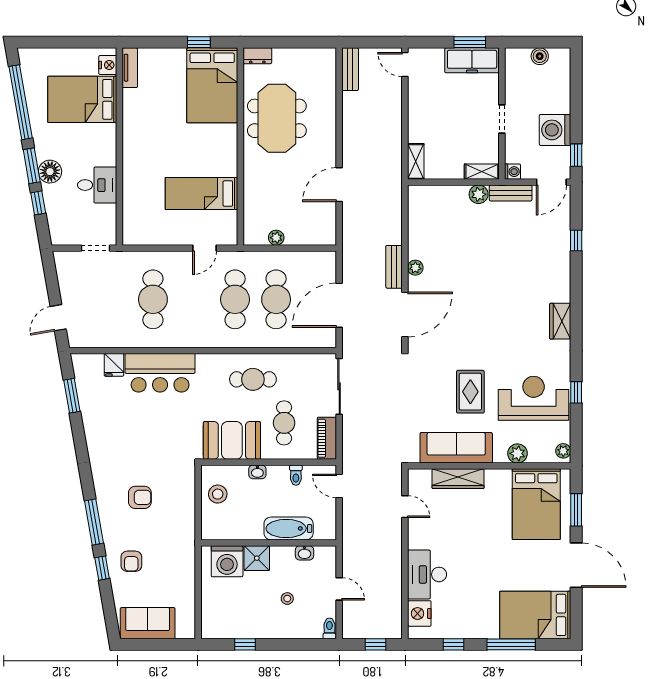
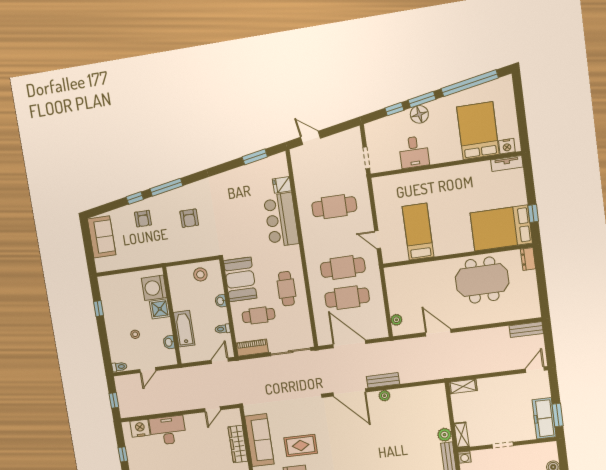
plant: (276, 238) -> (396, 320), moved
armchair: (131, 561) -> (143, 219), turned -90

